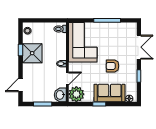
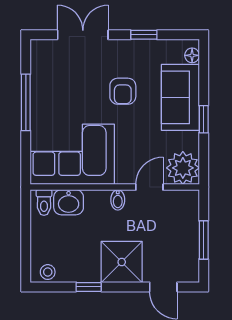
shower: (32, 53) -> (122, 262), moved
door: (67, 78) -> (149, 187), hinge flipped
washbasin: (60, 95) -> (69, 202), moved

